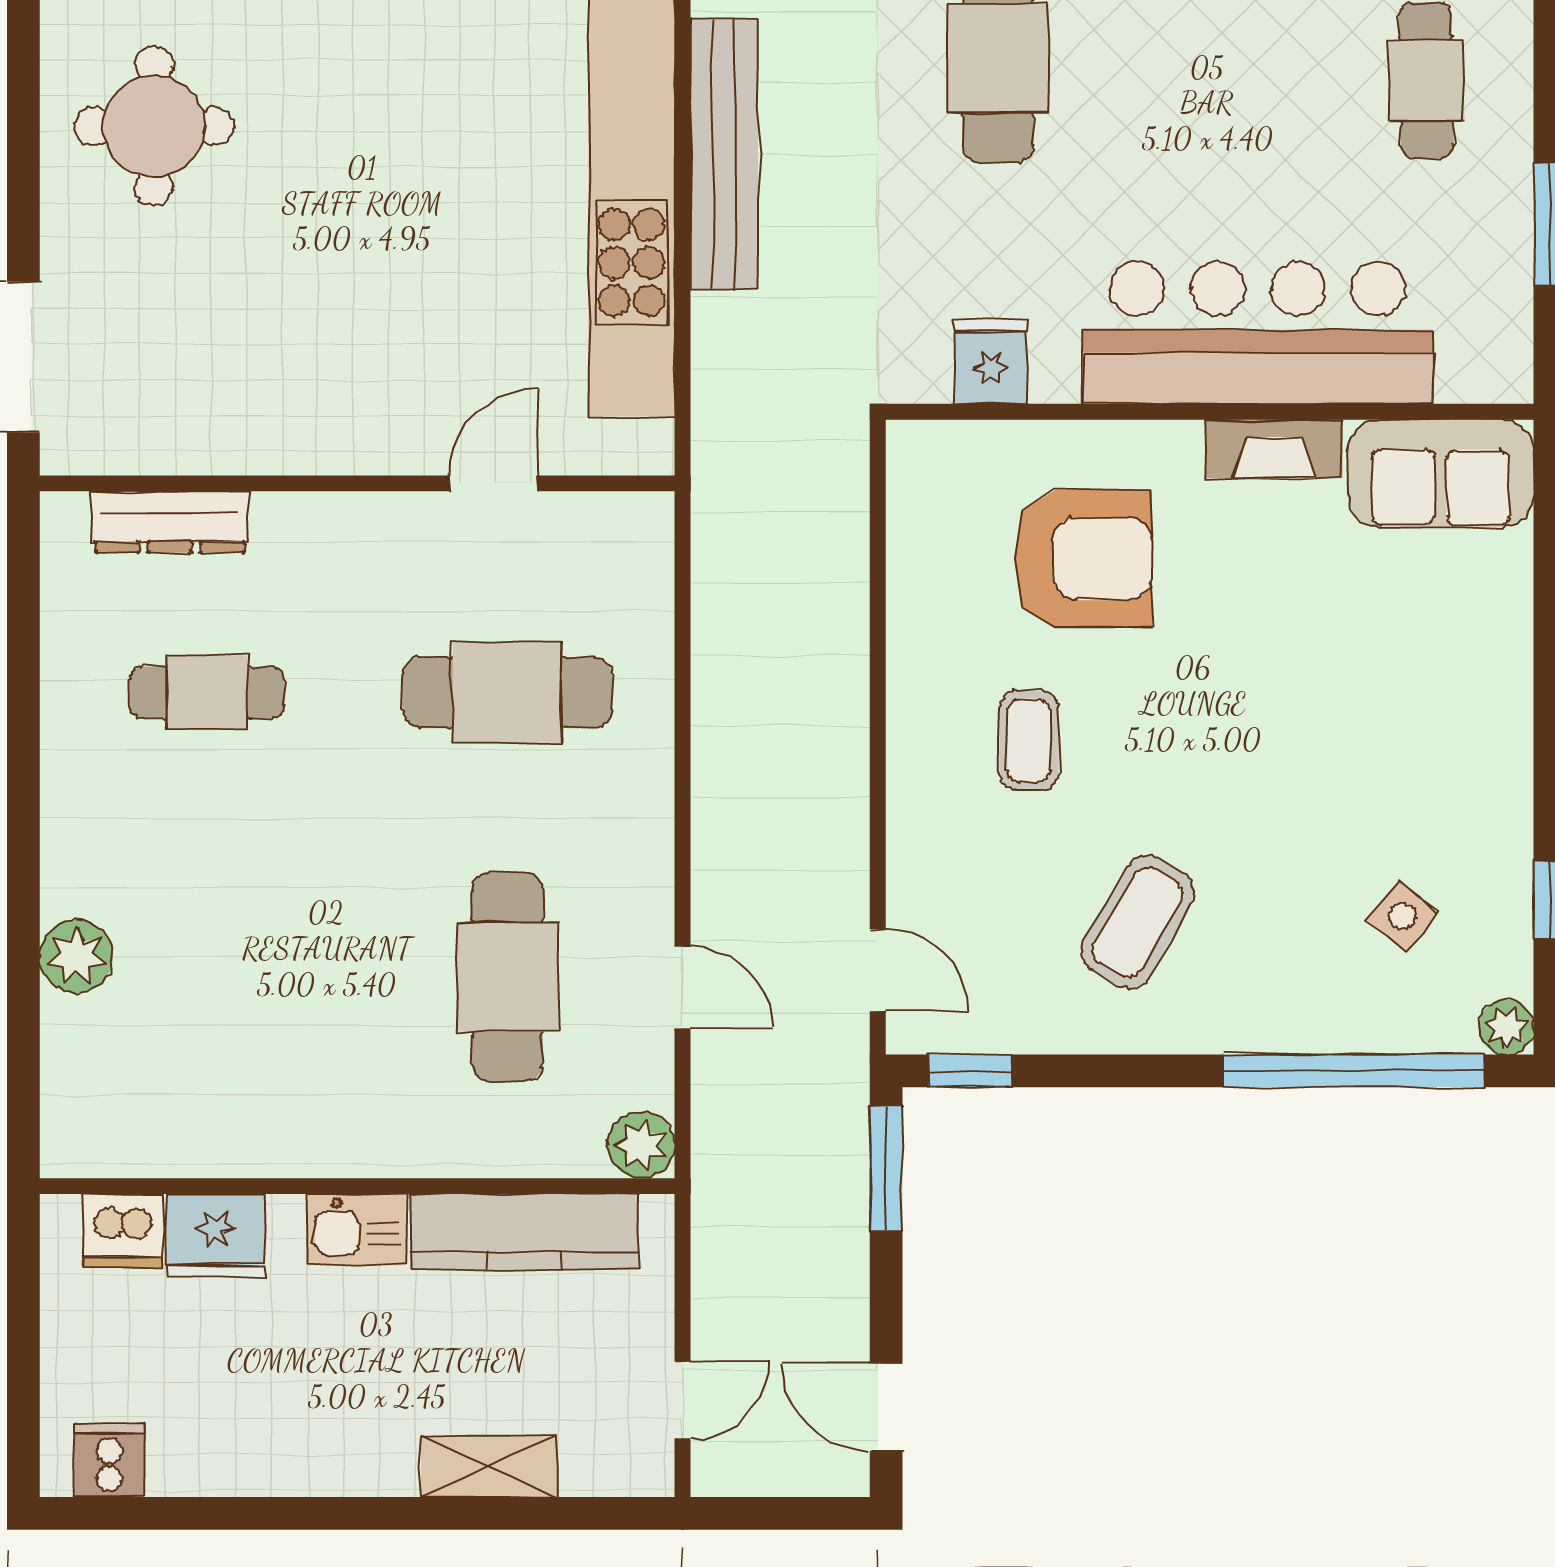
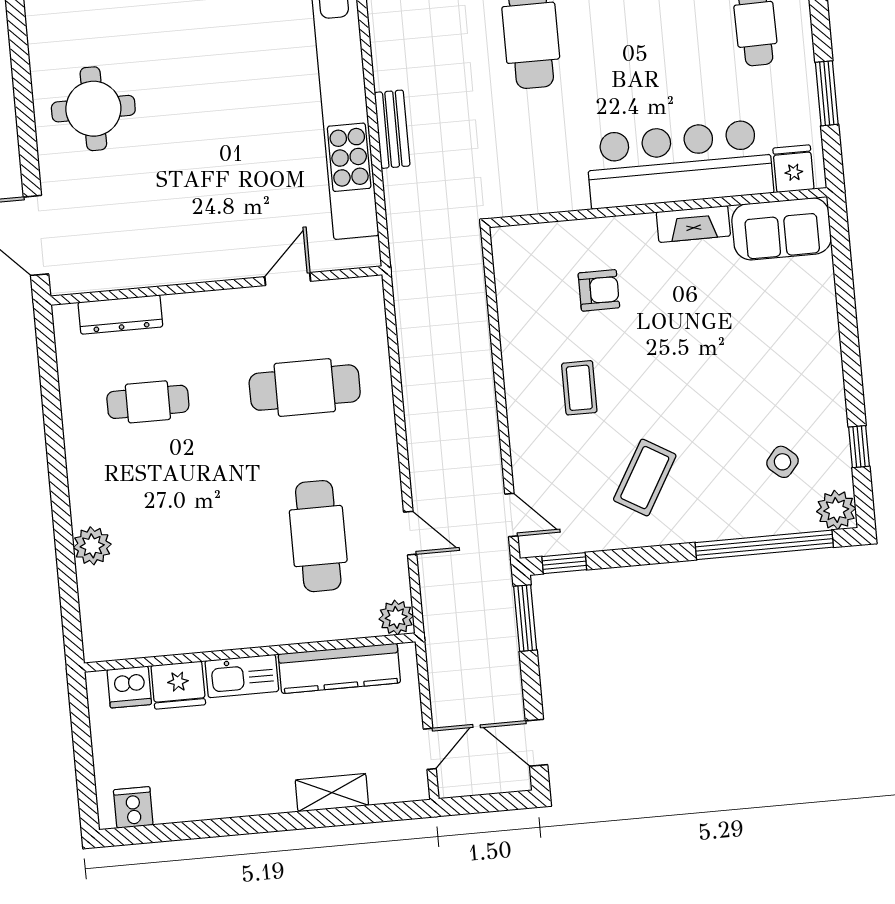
bench: (724, 154) -> (392, 129), width x0.54, depth x0.82
fridge: (990, 361) -> (794, 169), moved
armchair: (1083, 559) -> (599, 290), width x0.53, depth x0.53
plant: (1506, 1027) -> (836, 510), width x1.38, depth x1.38
kitchen sink: (356, 1230) -> (242, 676), width x1.38

